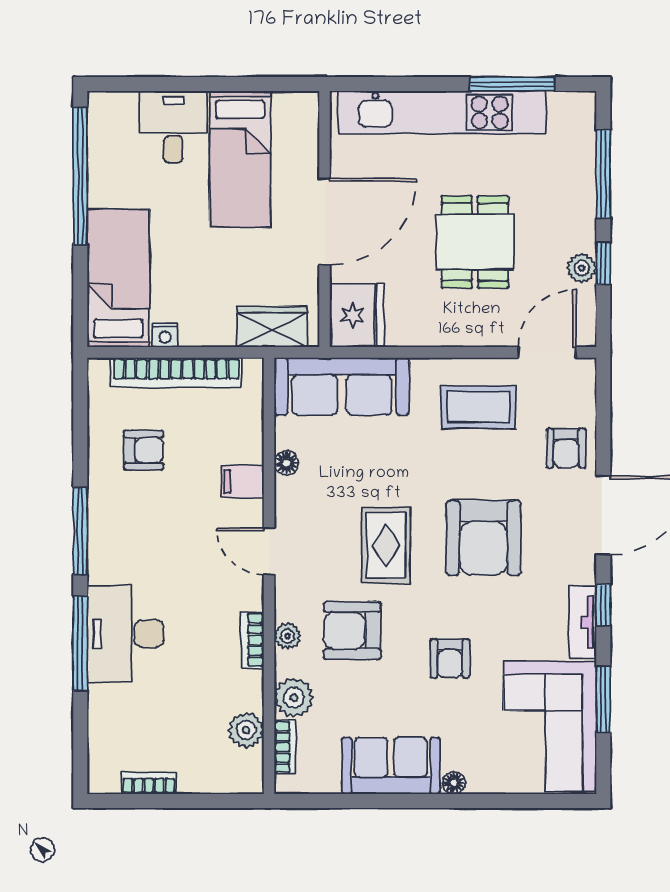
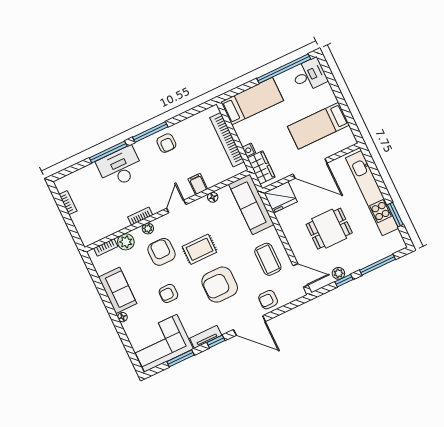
window: (513, 84) -> (395, 215), width x0.69
desk: (173, 127) -> (309, 75), moved
nightstand: (165, 335) -> (249, 150), moved
armchair: (144, 450) -> (166, 143), moved
plant: (246, 730) -> (105, 230), removed

